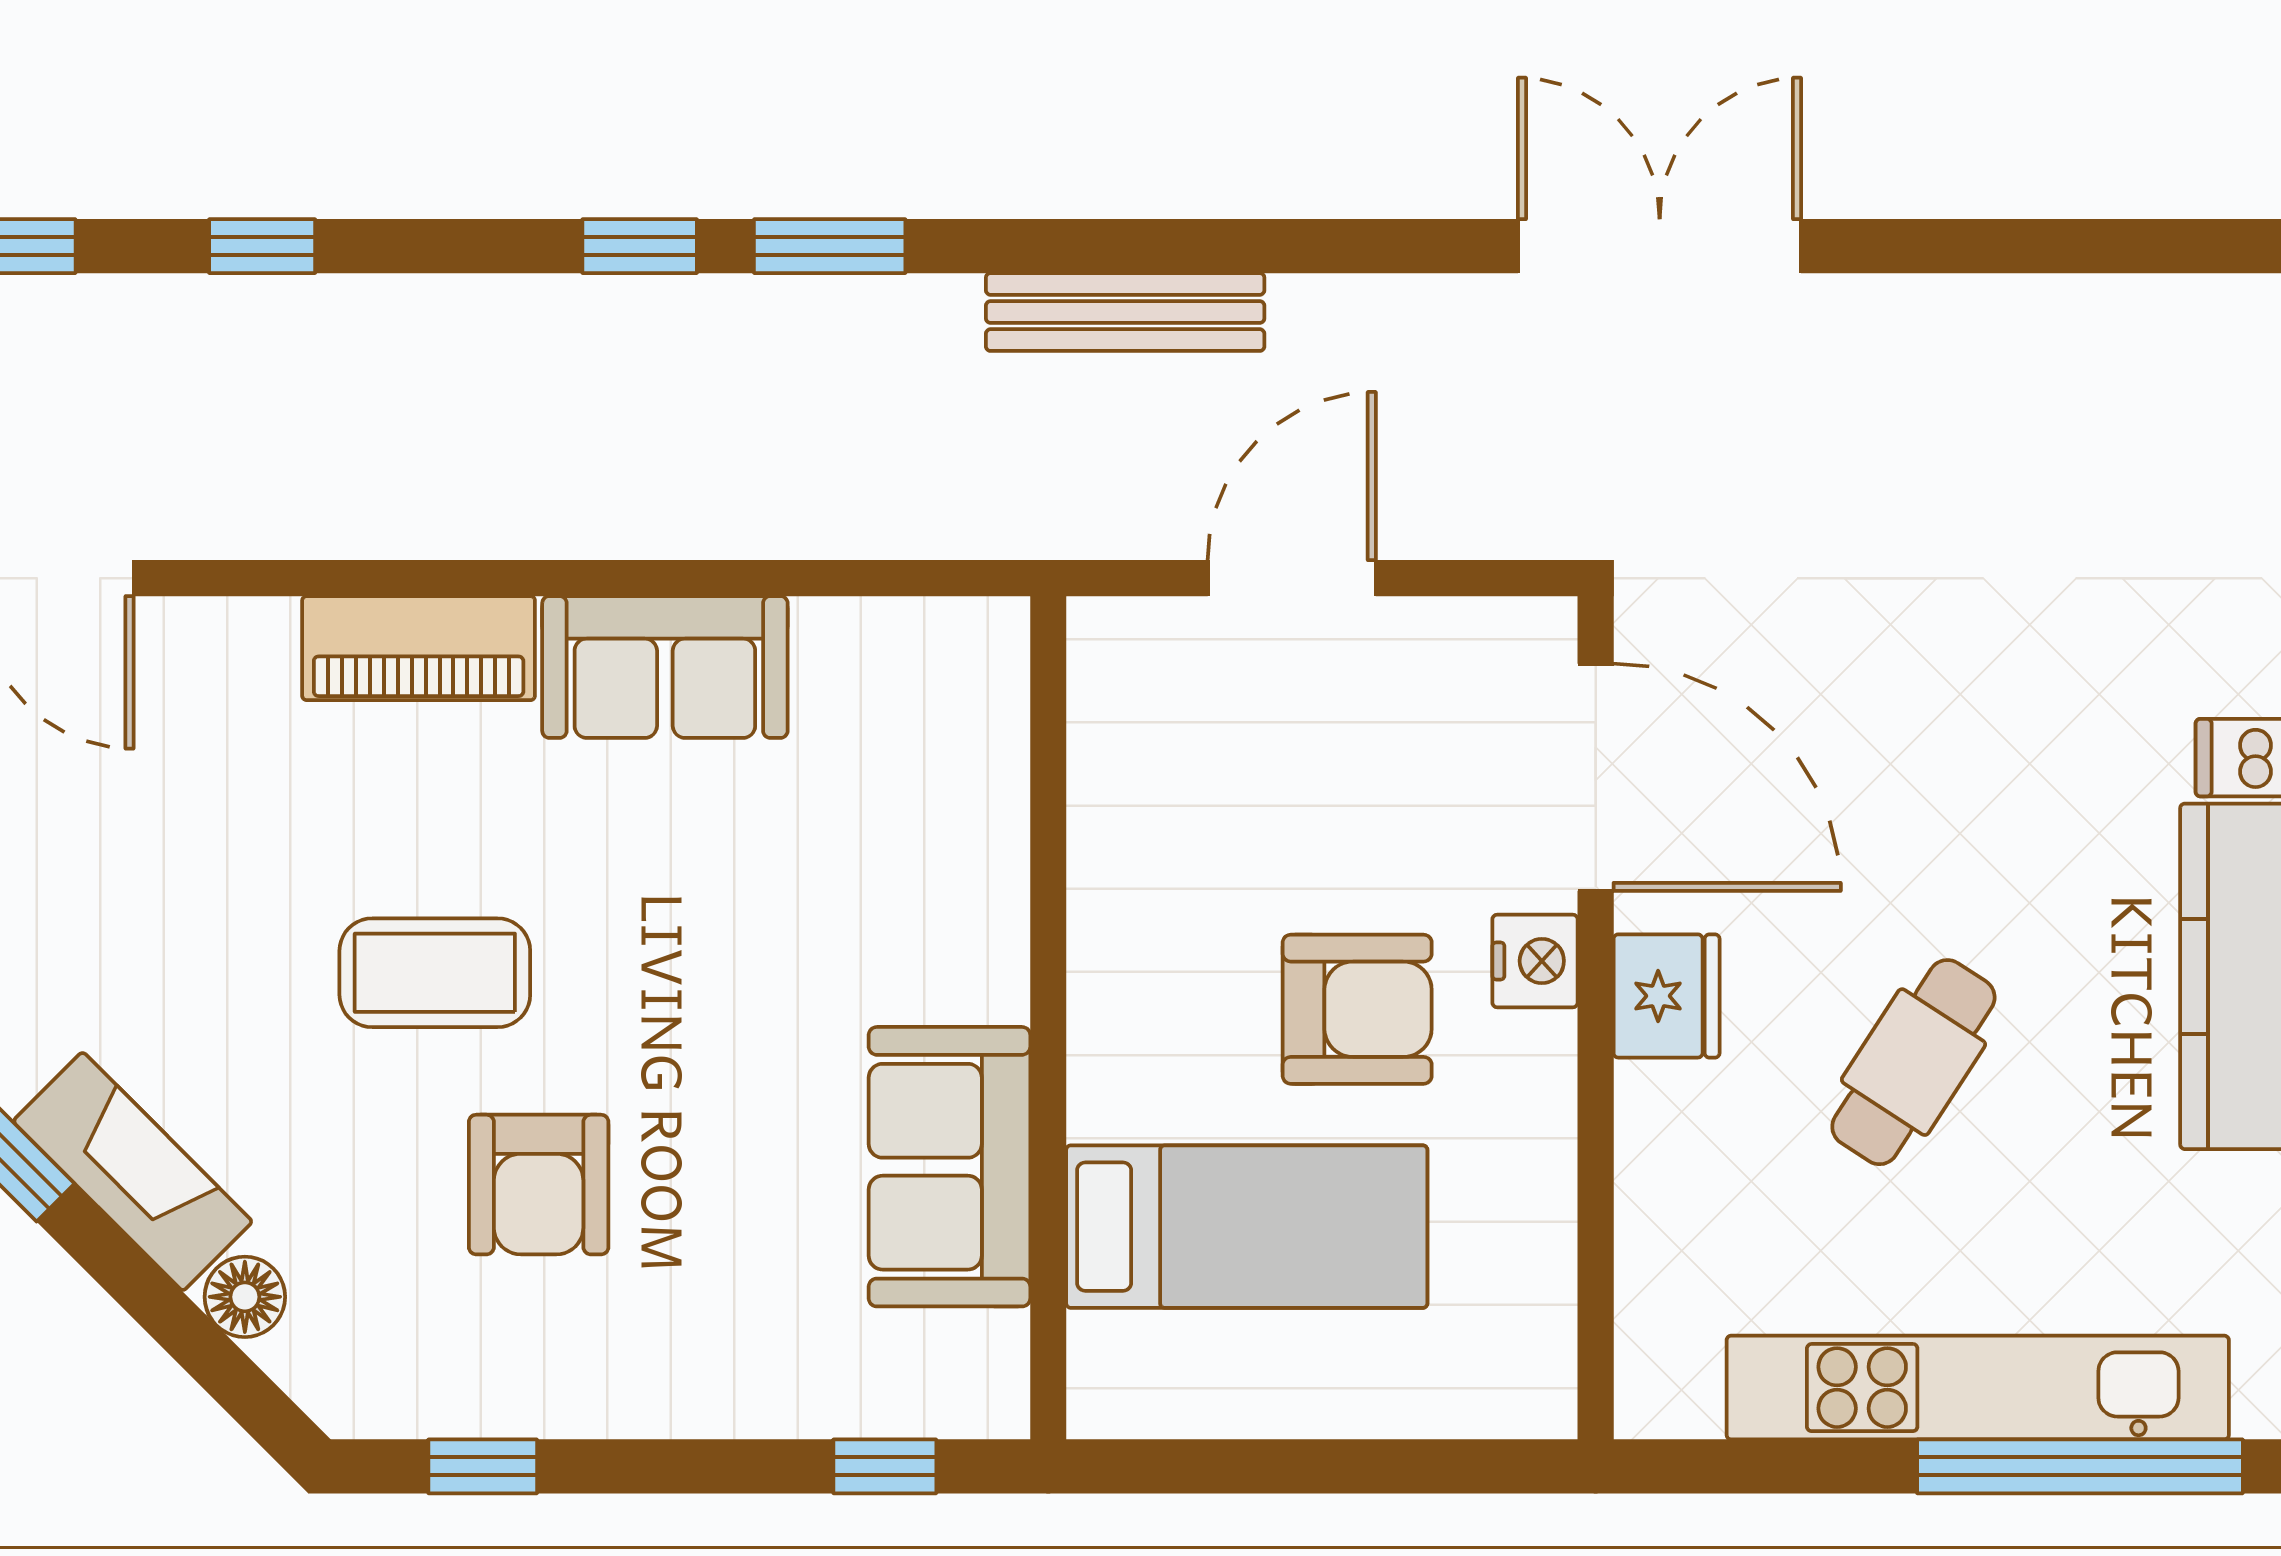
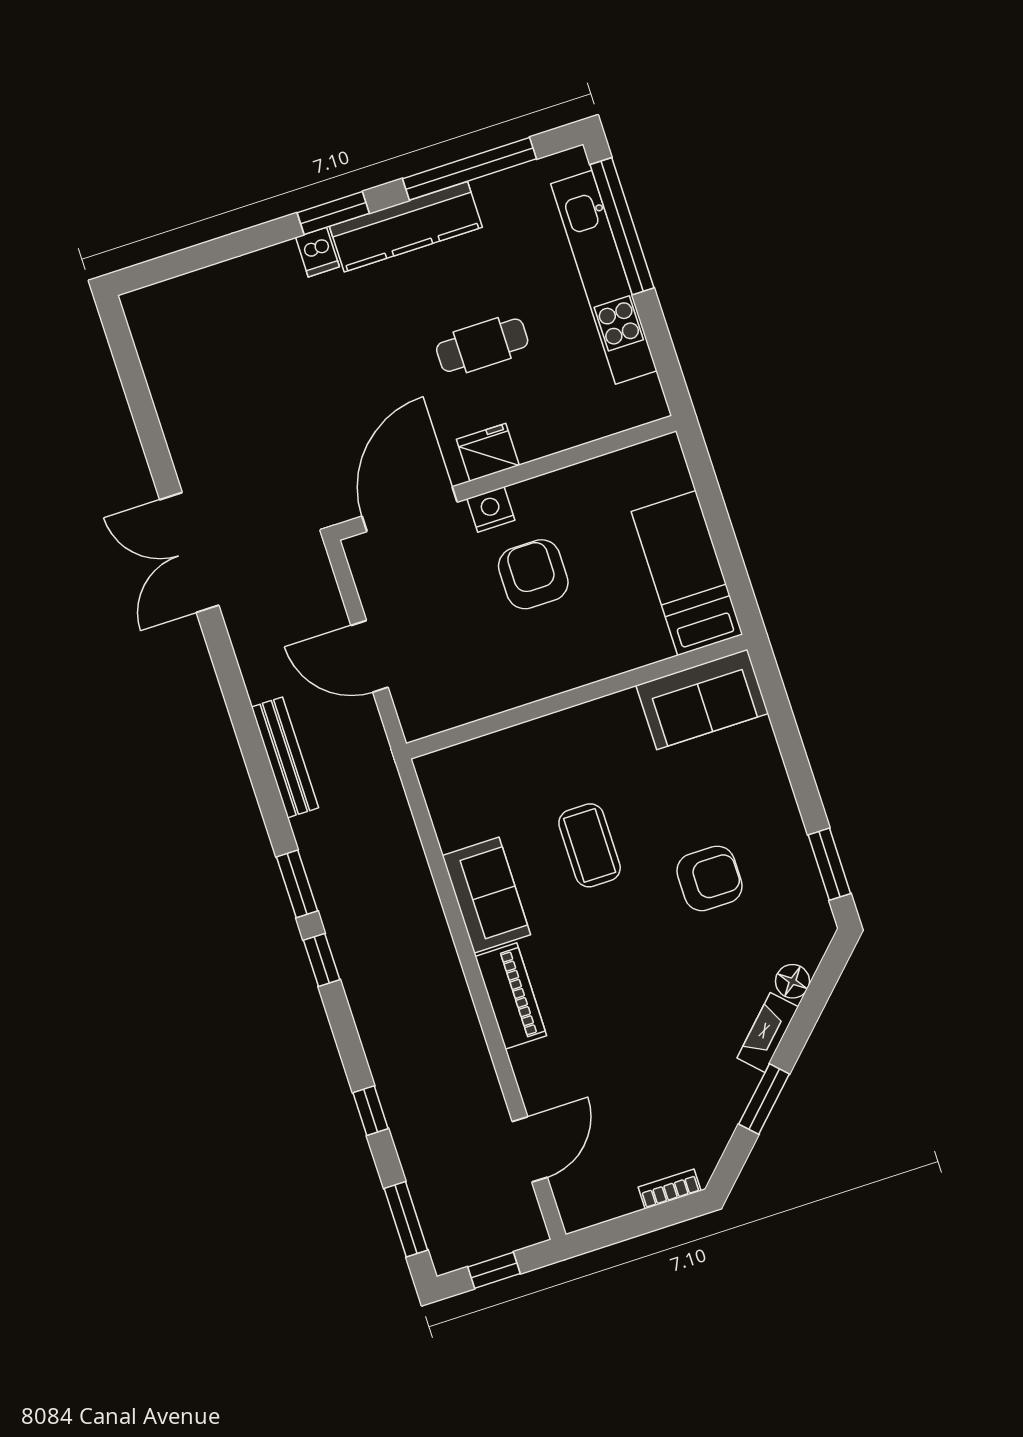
coffee table: (435, 973) -> (590, 845), moved
cafe table: (1913, 1062) -> (482, 345), turned -33
sofa: (949, 1167) -> (702, 699), moved
fireplace: (133, 1171) -> (768, 1032), width x0.73, depth x0.76
bed: (1247, 1227) -> (687, 573), moved
window: (483, 1466) -> (829, 864), width x1.50
window: (885, 1466) -> (777, 704), removed

